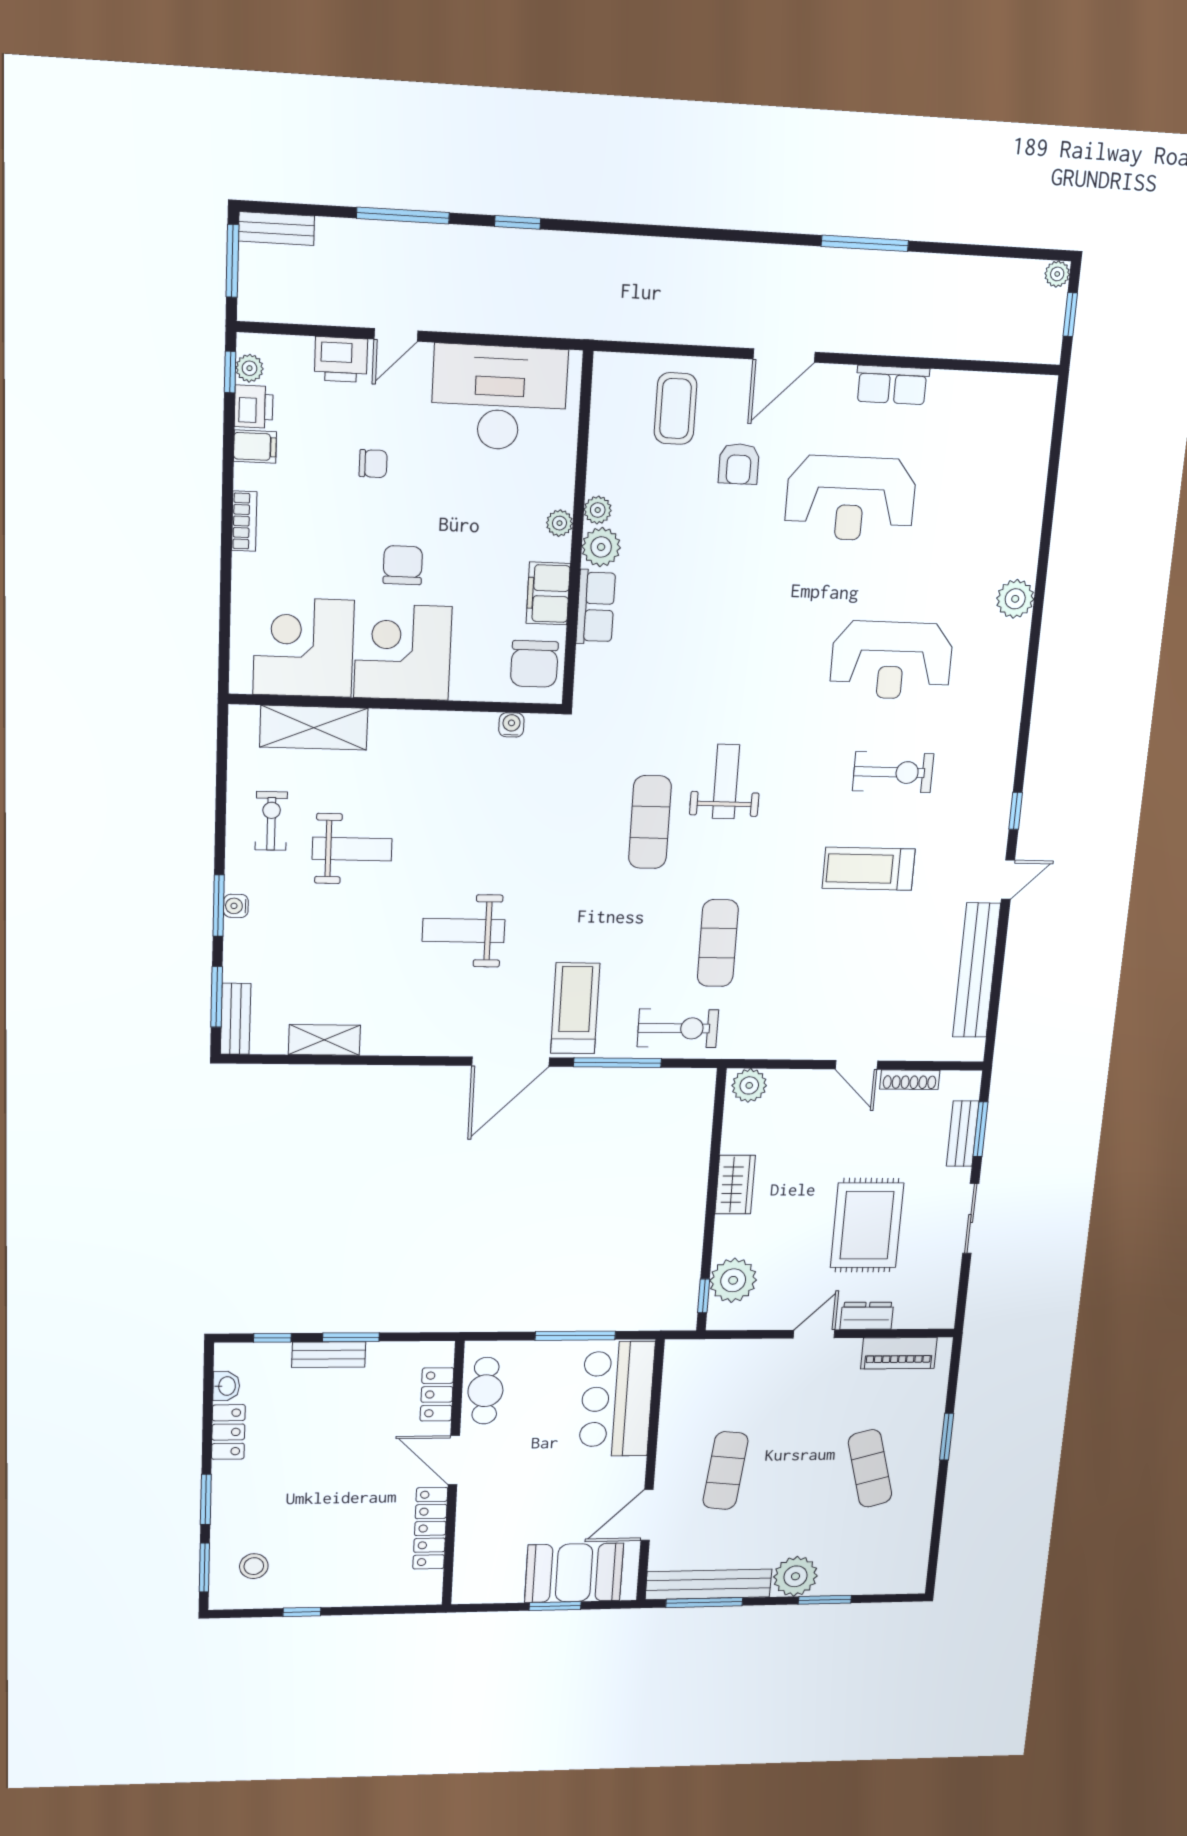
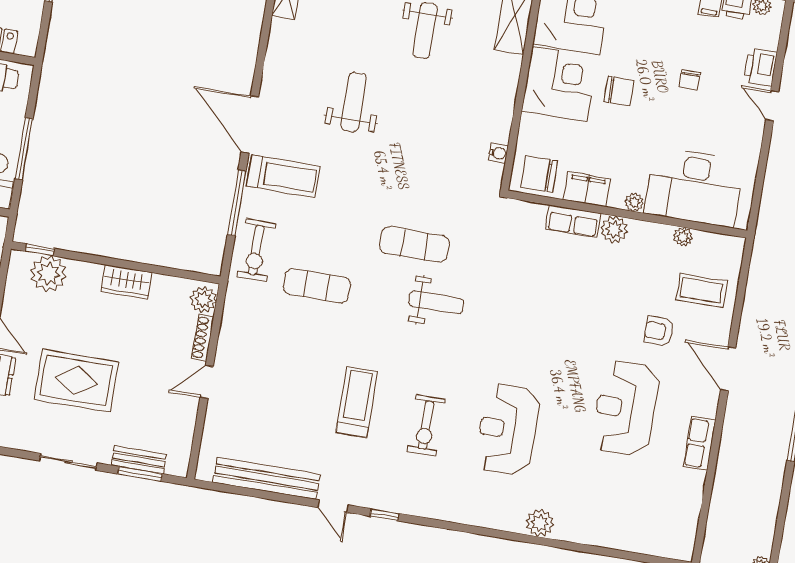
desk: (499, 398) -> (694, 187), moved, turned 90
plant: (598, 510) -> (683, 237), moved
shoe rack: (910, 1080) -> (203, 338), moved

